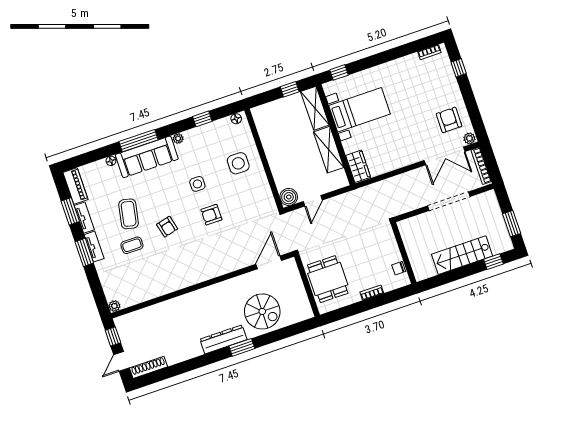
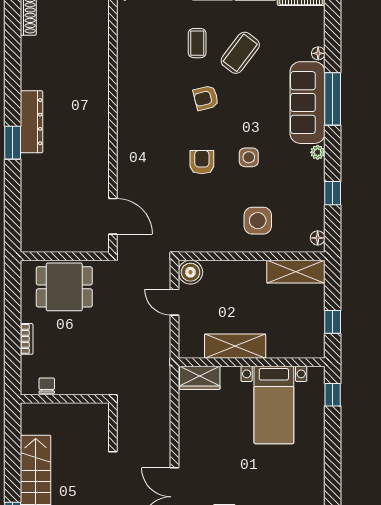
shelving: (315, 108) -> (296, 272), moved
coffee table: (129, 214) -> (240, 53), turned -64
spiral stairs: (262, 311) -> (51, 186), removed

